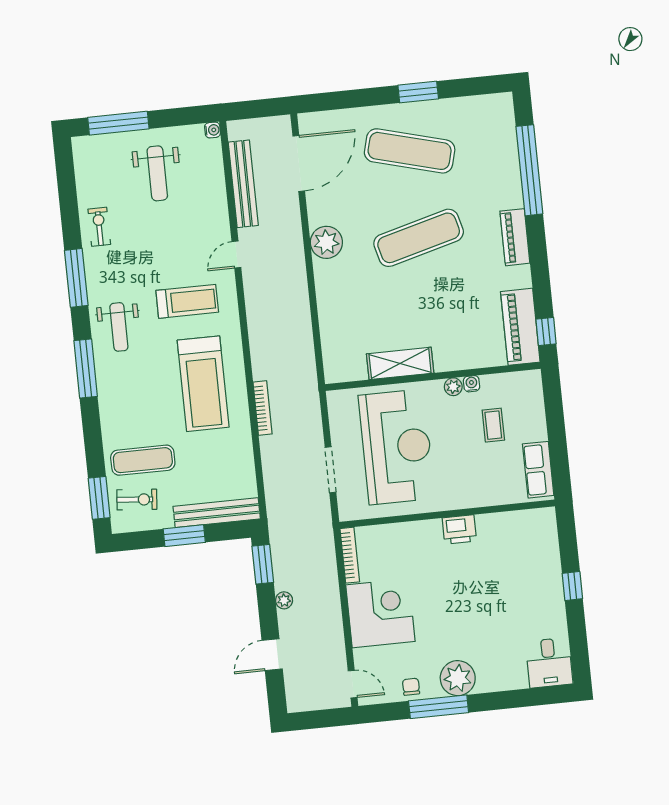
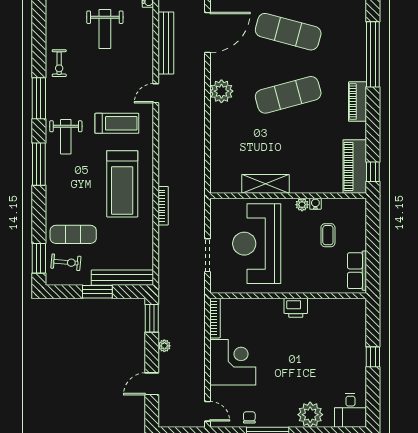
exercise bike: (99, 227) -> (59, 63), turned 180
reception desk: (396, 447) -> (257, 244), turned 180
plant: (458, 678) -> (310, 415), moved

